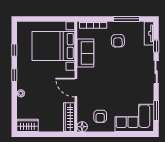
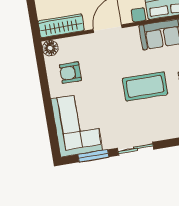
coffee table: (117, 70) -> (145, 86), added
sliding door: (156, 72) -> (136, 149), moved

